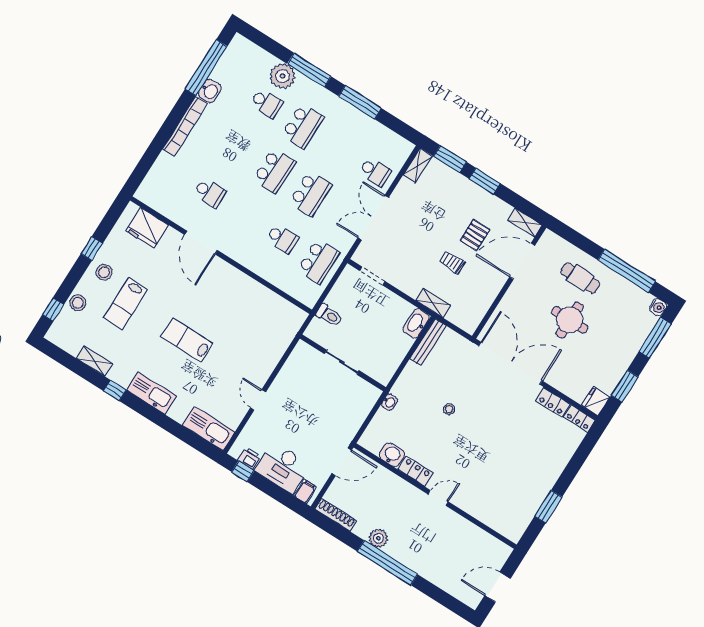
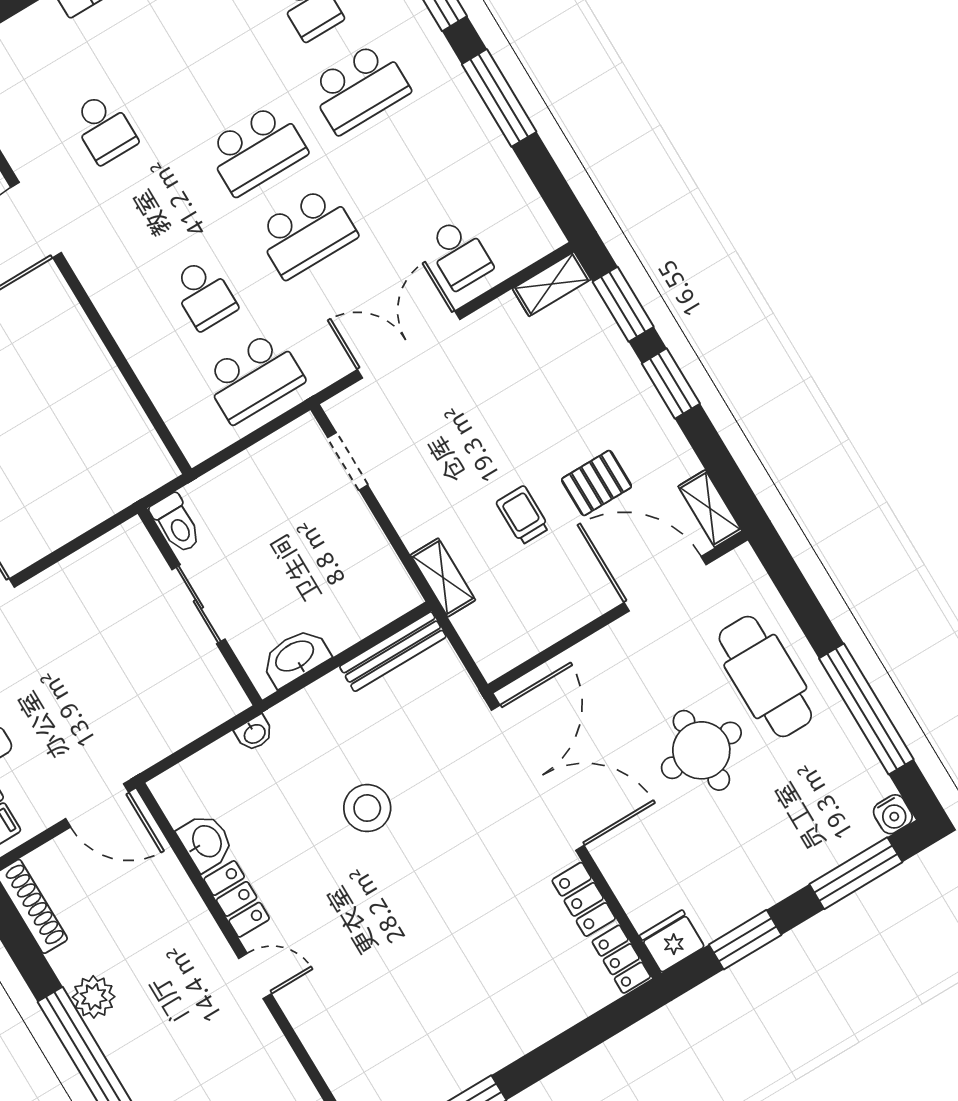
cafe table: (580, 278) -> (765, 676), width x1.37, depth x1.35
toilet: (329, 315) -> (176, 523), moved
washbasin: (416, 323) -> (295, 657), moved
stool: (449, 409) -> (367, 808), width x1.89, depth x1.89

